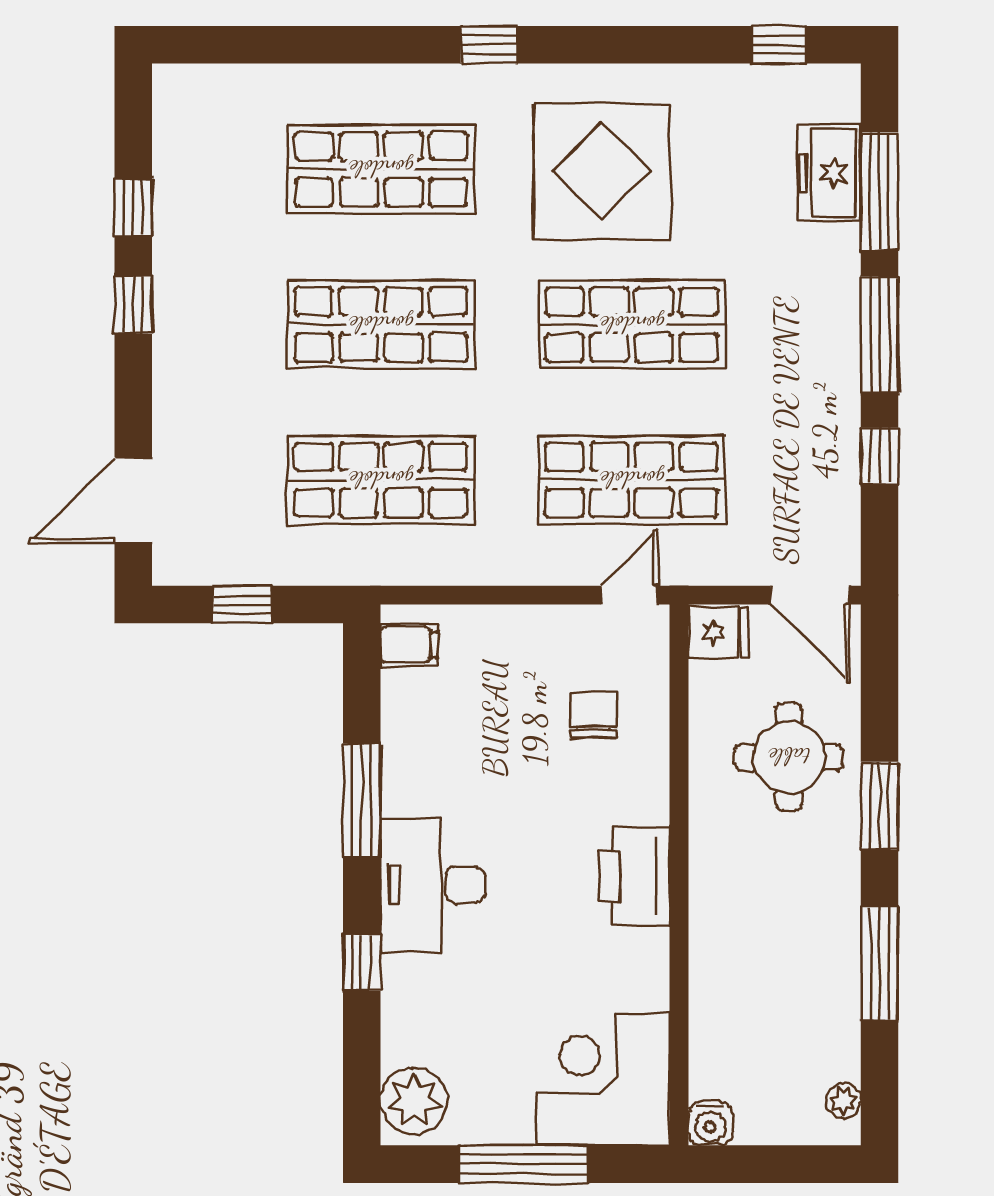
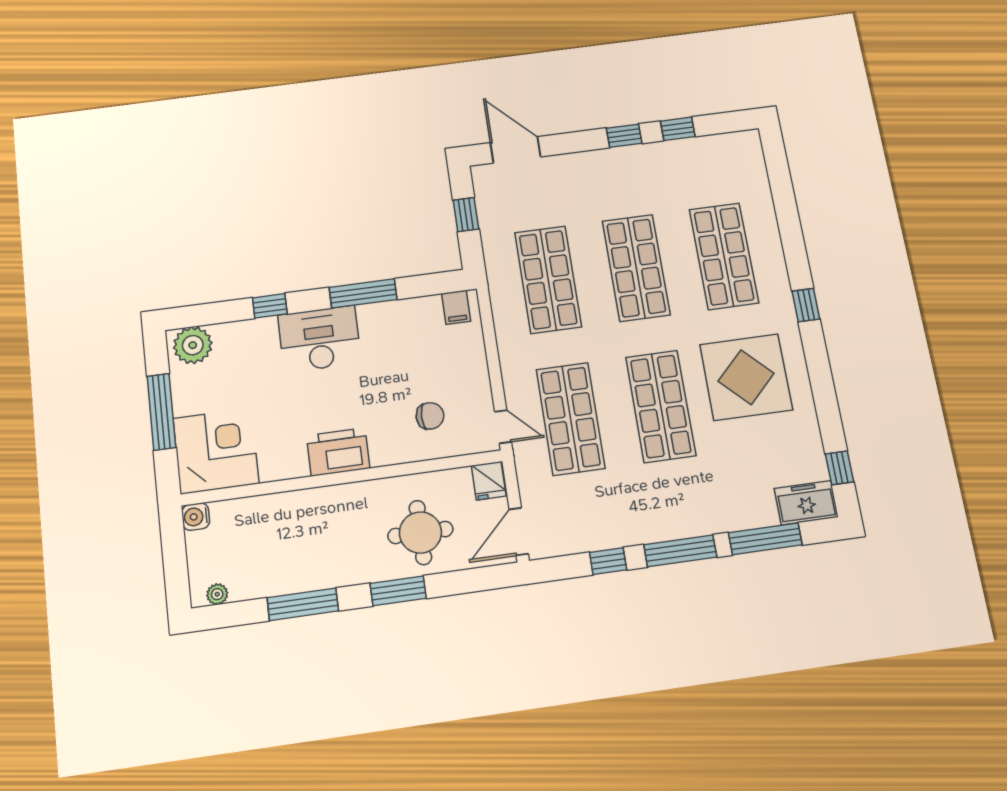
freezer: (829, 173) -> (806, 503), moved

